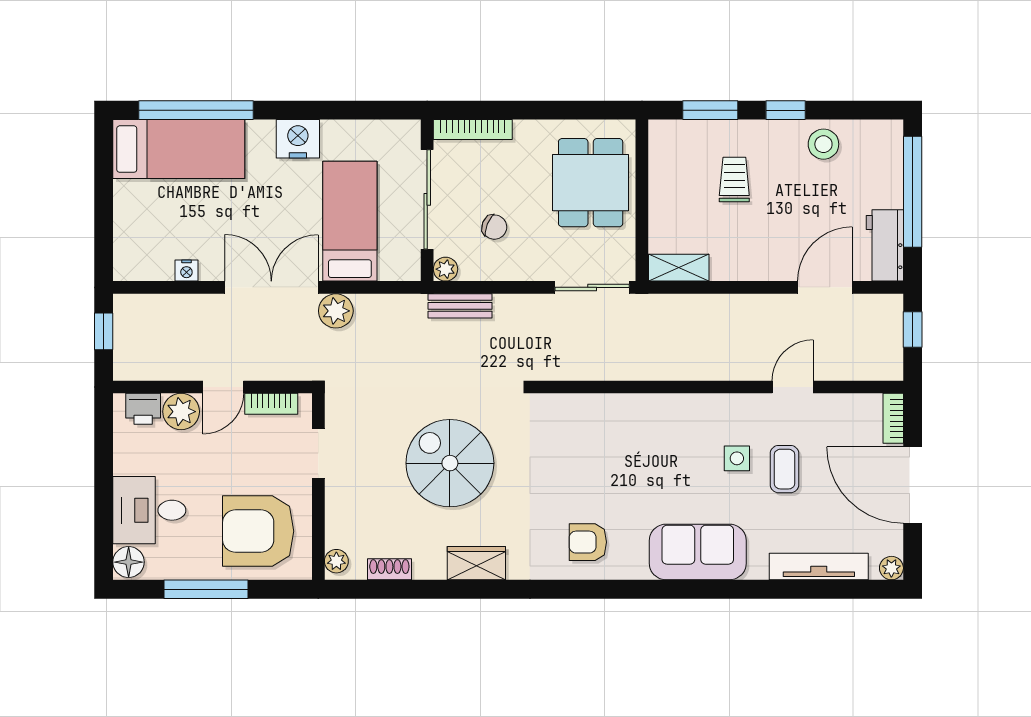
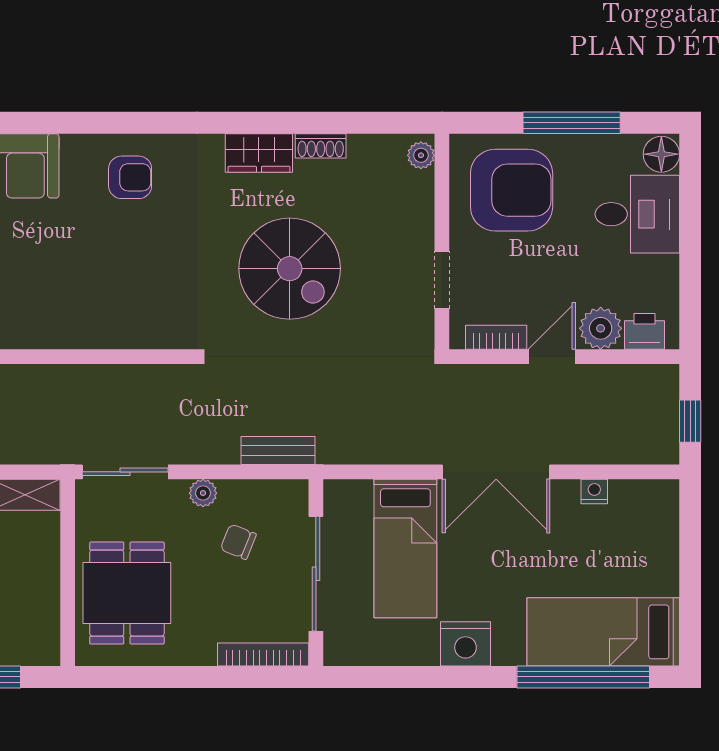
plant: (446, 269) -> (203, 493), moved
plant: (336, 311) -> (422, 445), removed
shoe rack: (389, 569) -> (321, 146), moved

